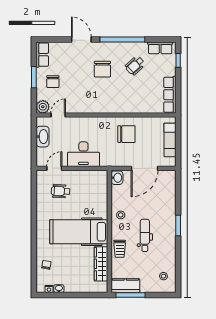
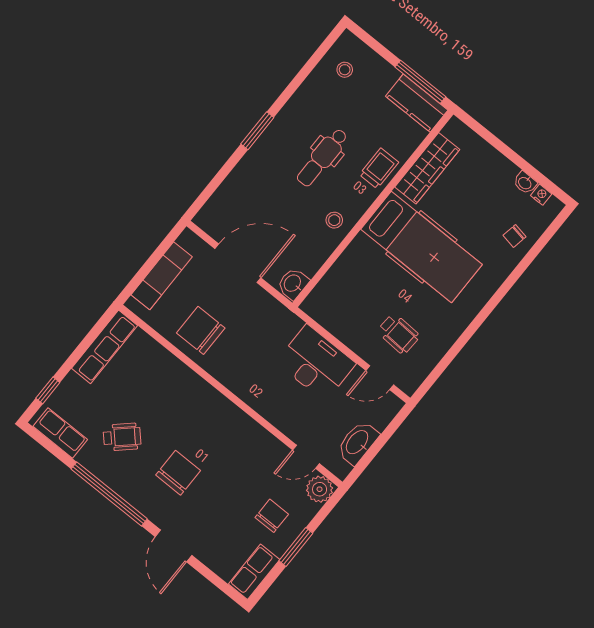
chair: (126, 134) -> (201, 330), moved

